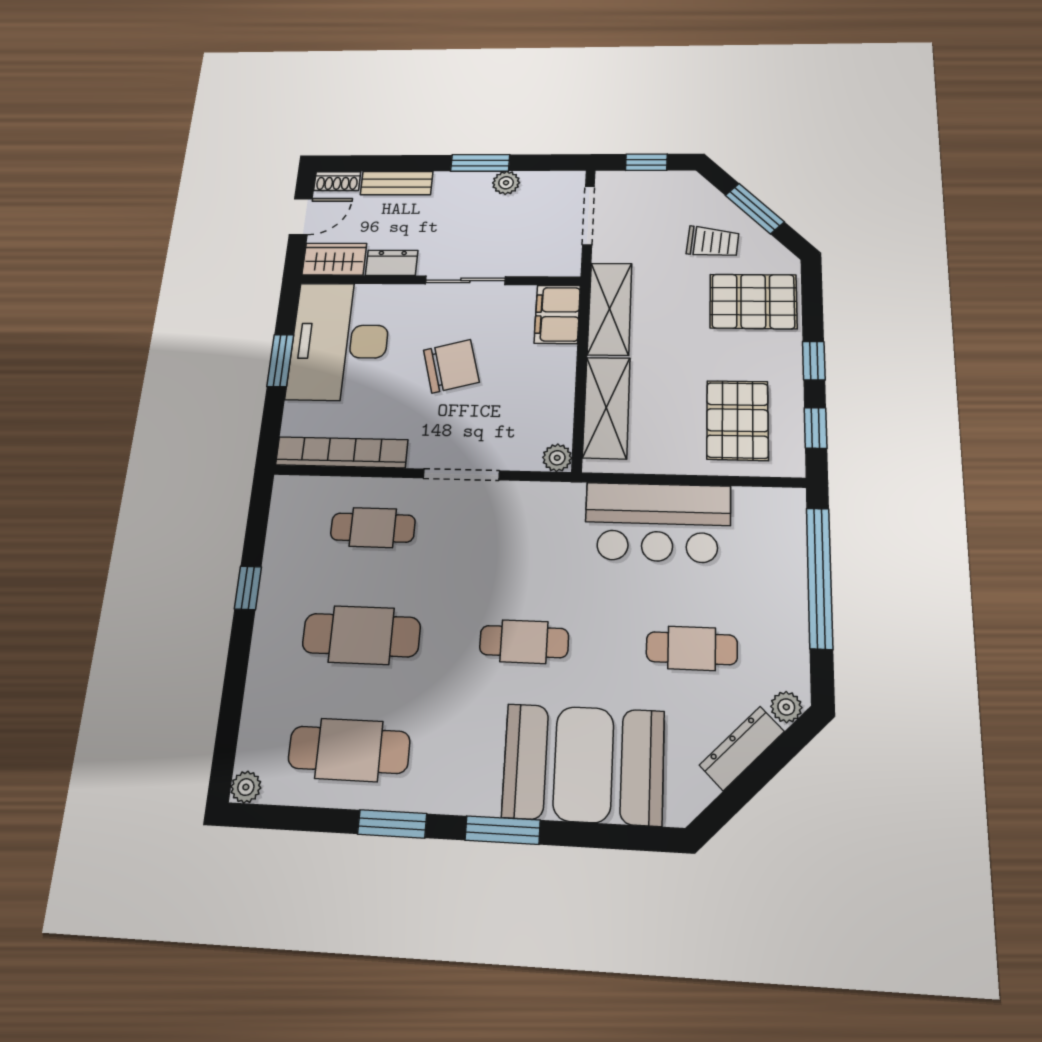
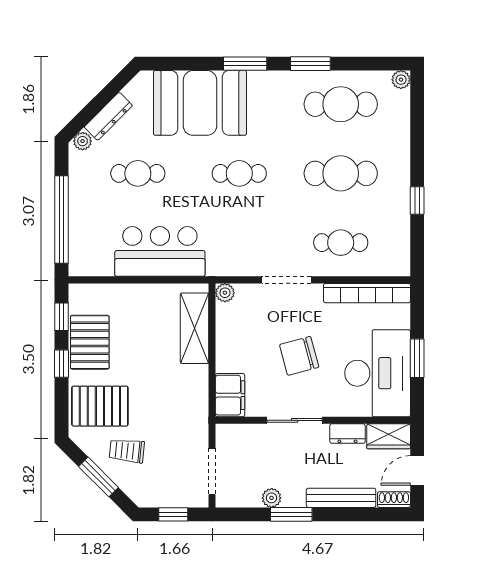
bench: (397, 183) -> (341, 498), width x1.36
shelving: (610, 309) -> (195, 400), removed
pallet: (737, 420) -> (90, 342), moved

